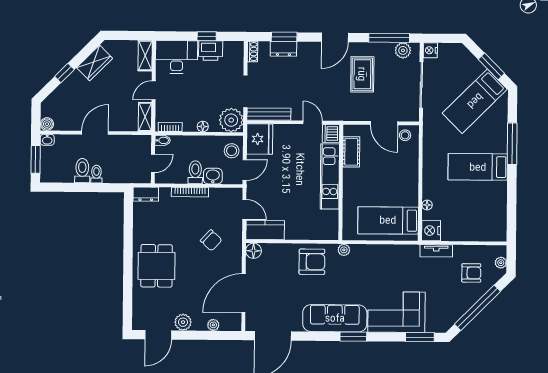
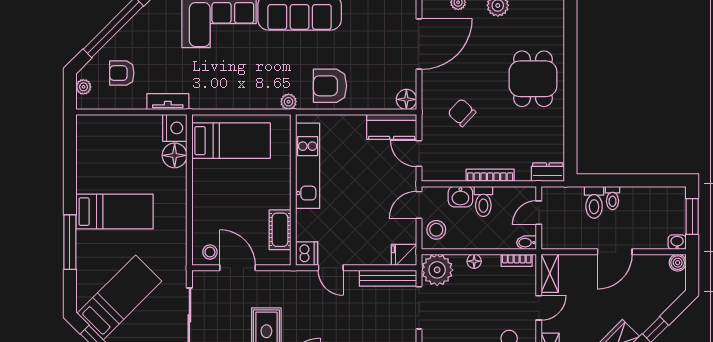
fridge: (260, 139) -> (404, 255), width x0.53, depth x0.75
toilet: (82, 171) -> (594, 202), moved
kitchen unit: (330, 176) -> (308, 166), moved
floor lamp: (427, 205) -> (175, 155), width x1.89, depth x1.89

